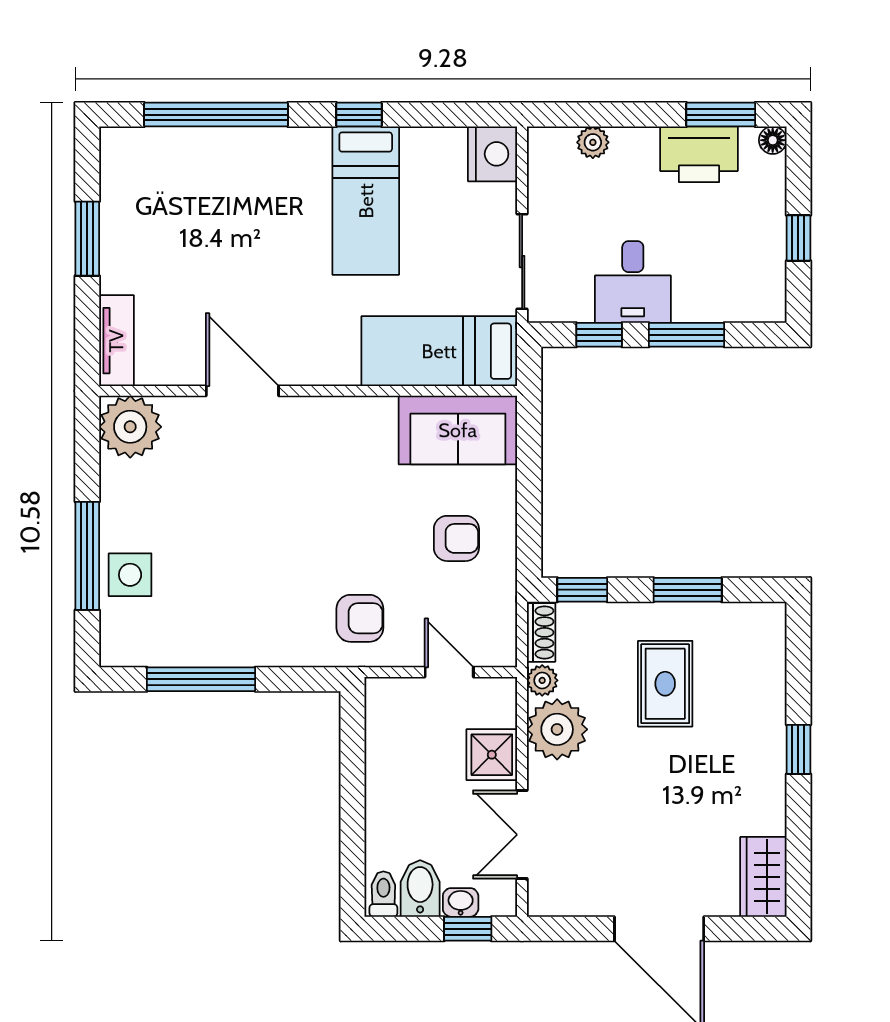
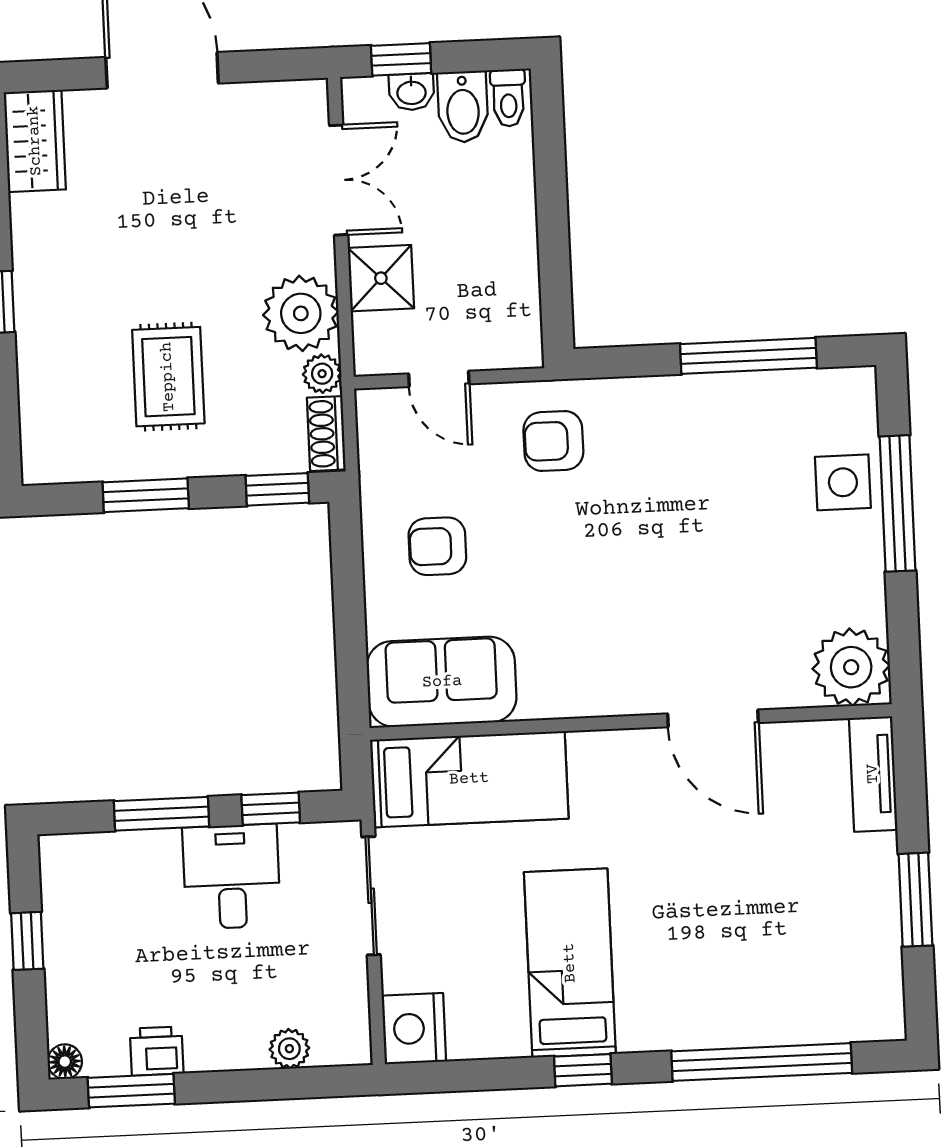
printer: (699, 154) -> (157, 1051), width x0.53, depth x0.68

